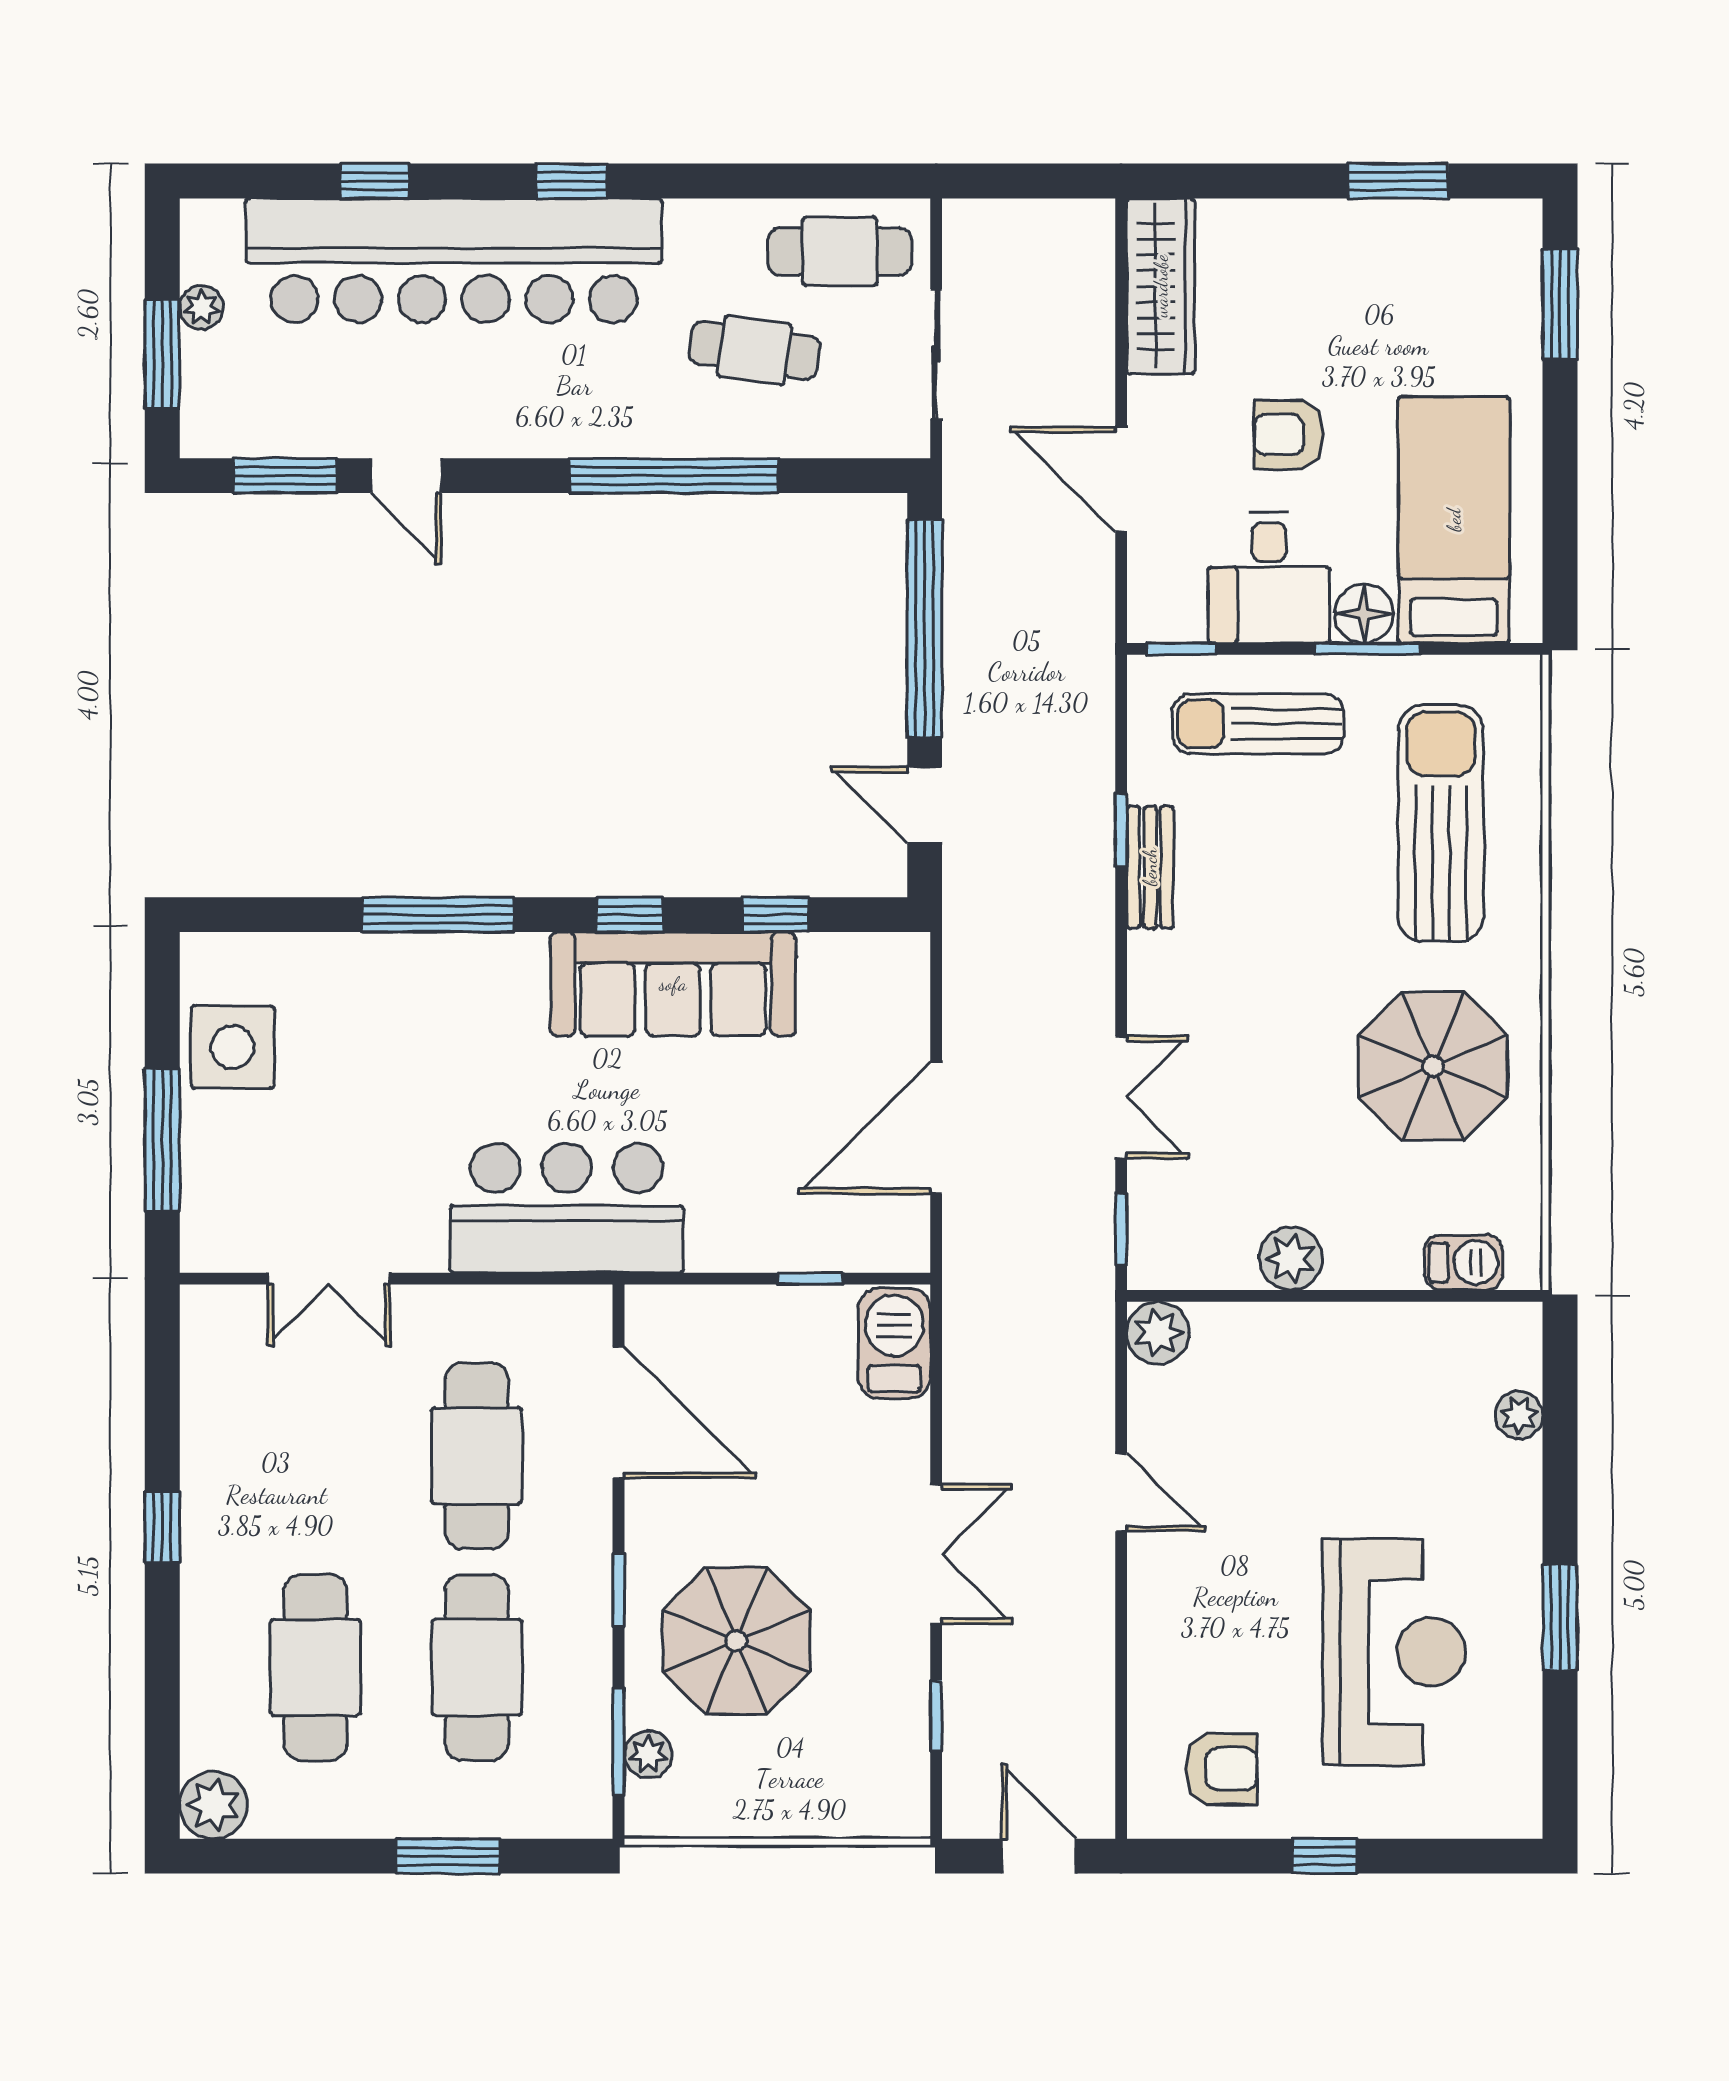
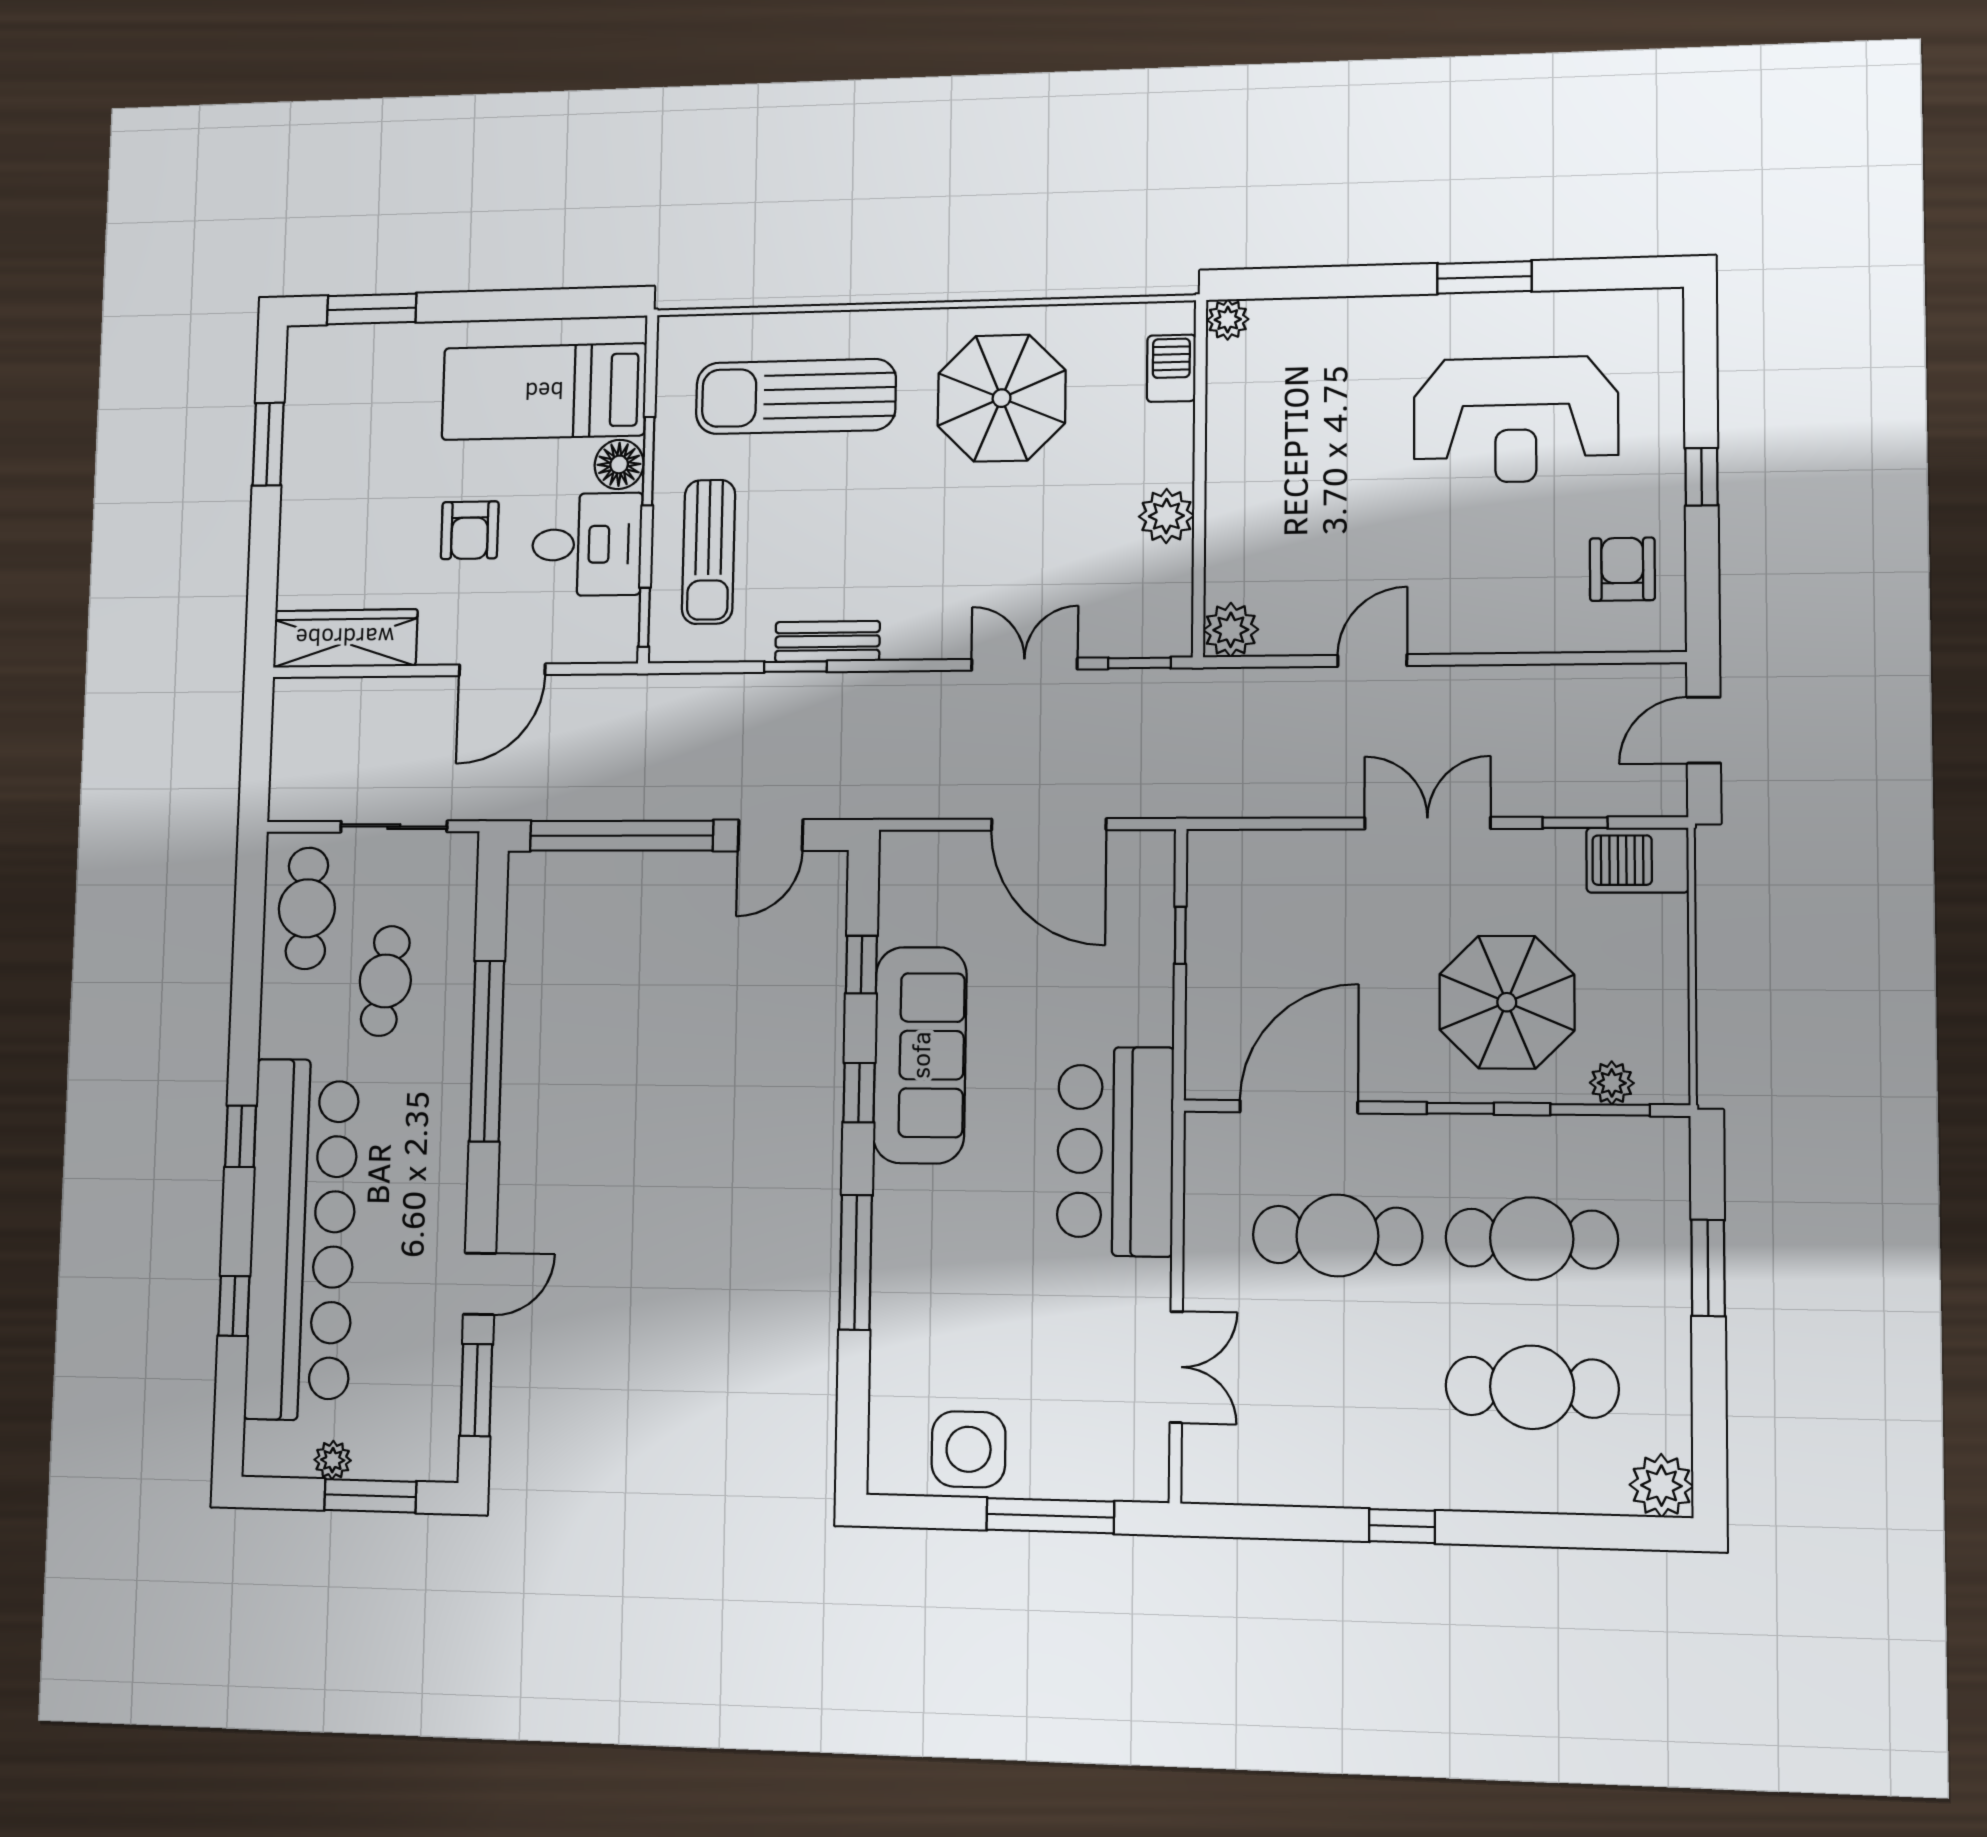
barbecue: (894, 1343) -> (1637, 860), moved
plant: (1519, 1415) -> (1228, 320), moved
reception desk: (1394, 1652) -> (1516, 420), turned 180

